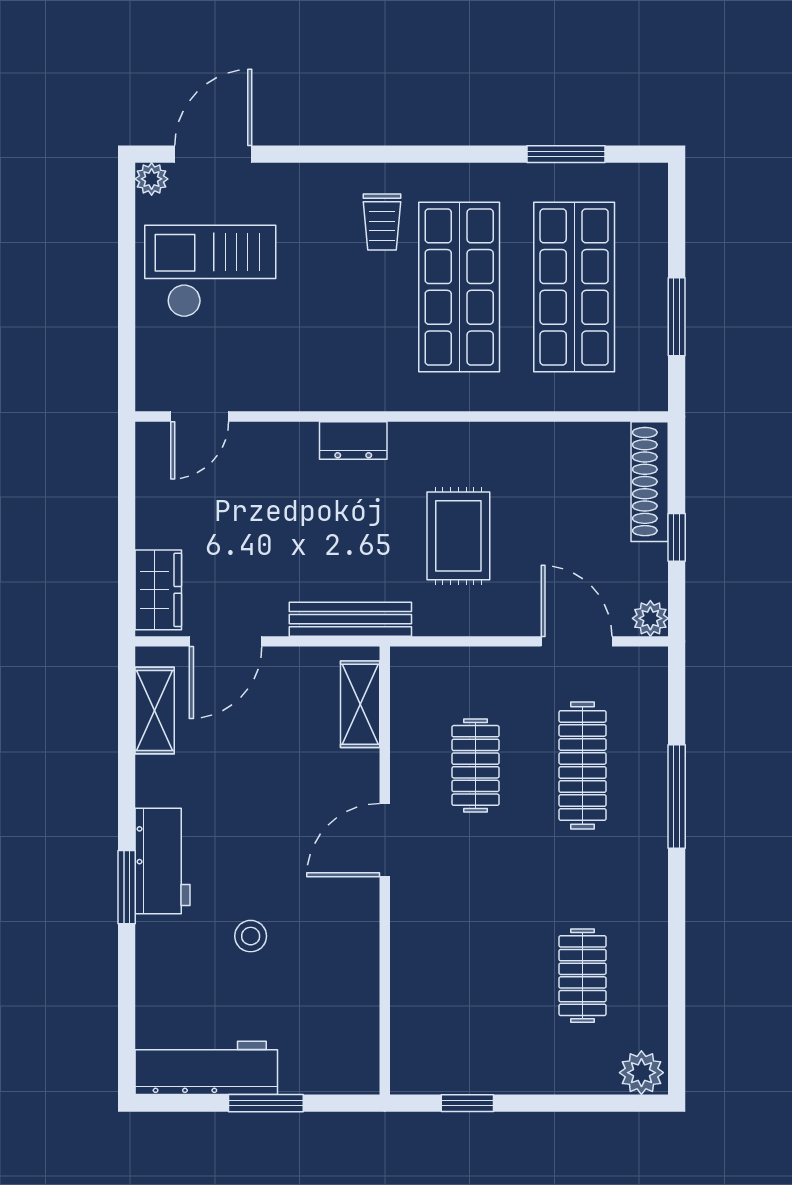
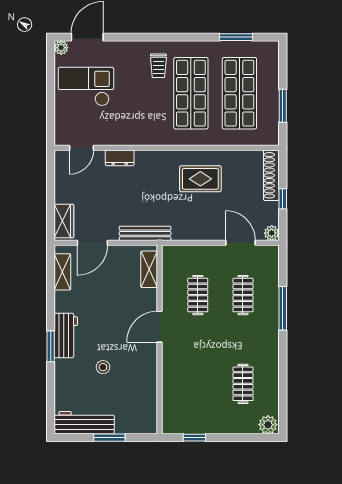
dresser: (353, 440) -> (120, 158), moved
rug: (458, 536) -> (200, 179), moved, turned 90
clothes rail: (583, 765) -> (243, 295), width x0.73

